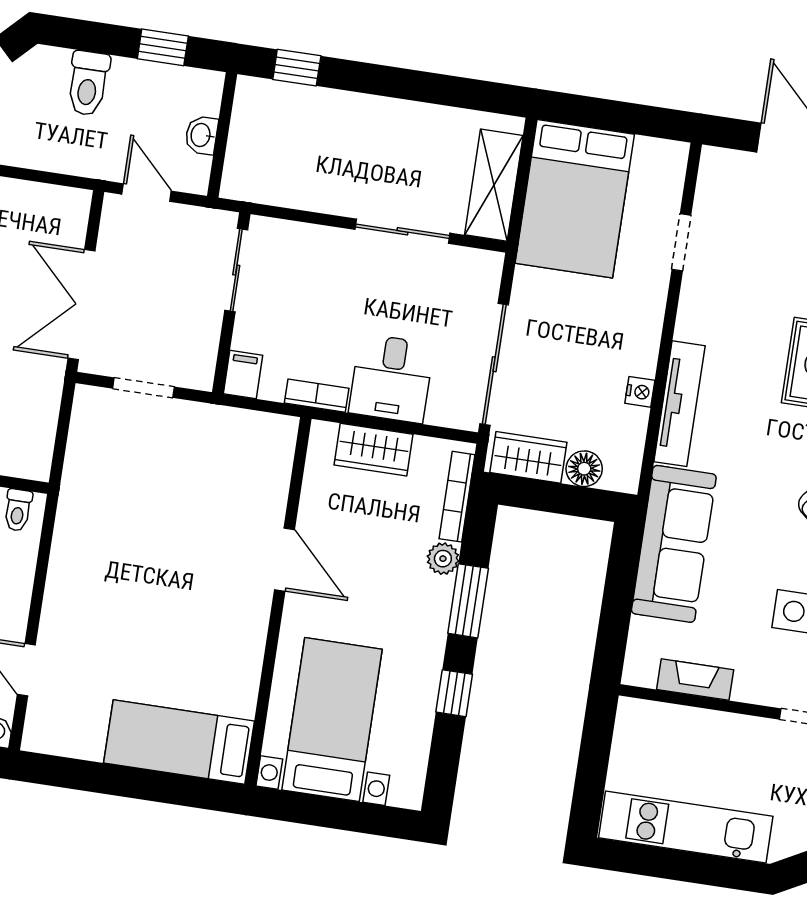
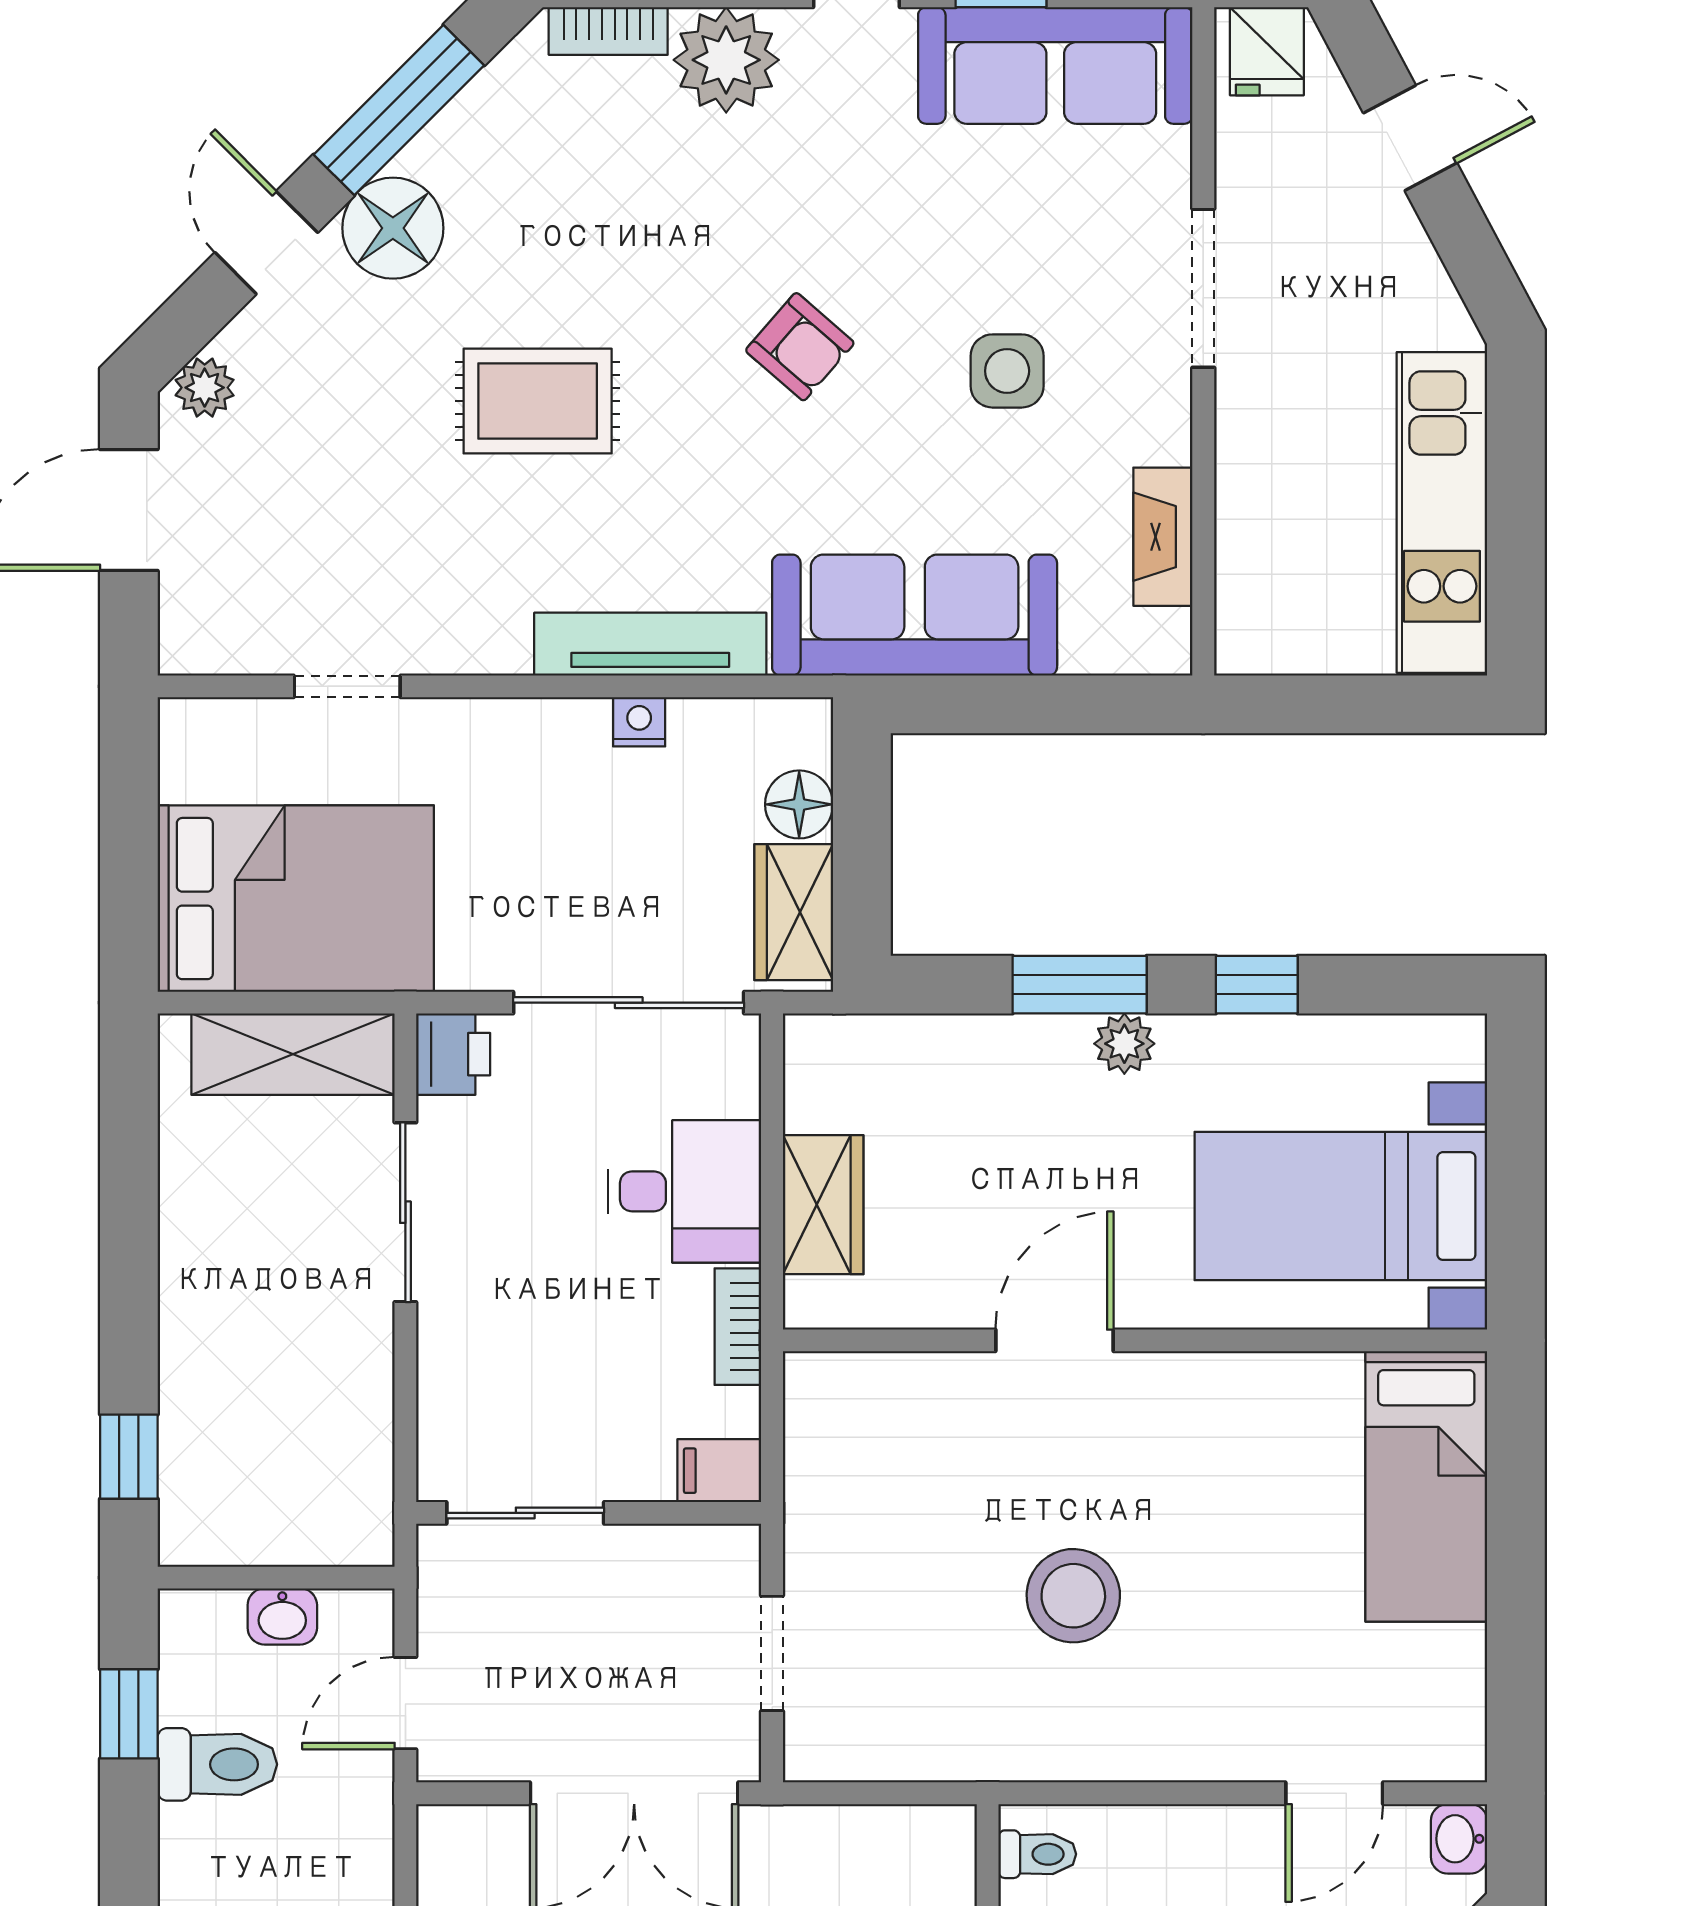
toilet: (88, 83) -> (217, 1764), moved
printer: (481, 269) -> (453, 1054), added
bookcase: (457, 497) -> (888, 1035), removed
stool: (150, 549) -> (1073, 1596), added
plant: (443, 559) -> (1124, 1044), moved

